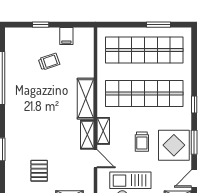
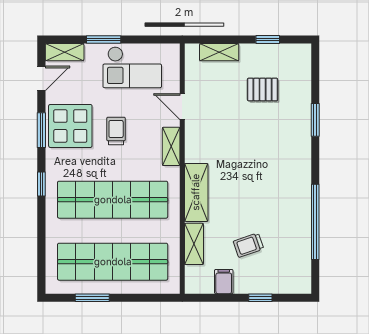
shelving: (87, 135) -> (194, 244), moved
pallet: (39, 171) -> (263, 89), turned 90

